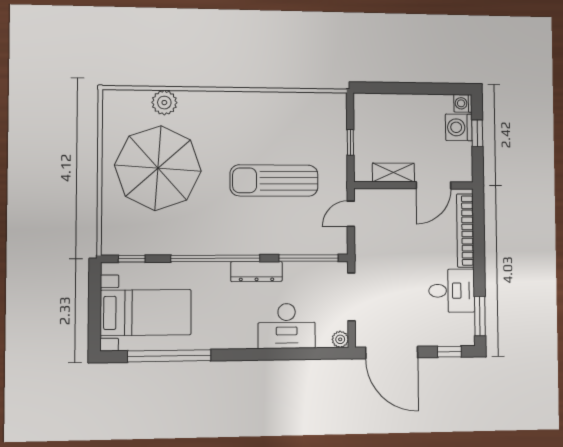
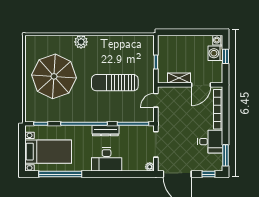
plant: (164, 103) -> (81, 42), moved
desk: (287, 326) -> (107, 159), moved

